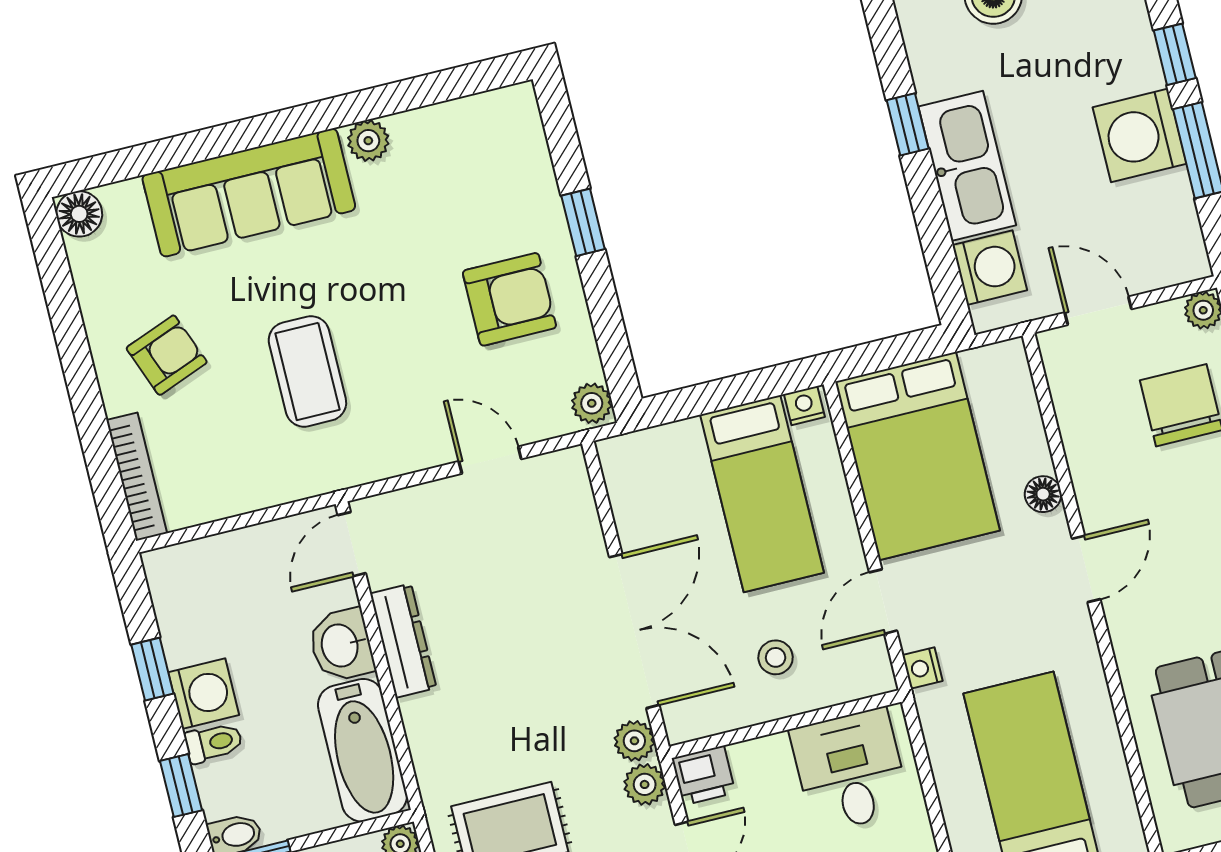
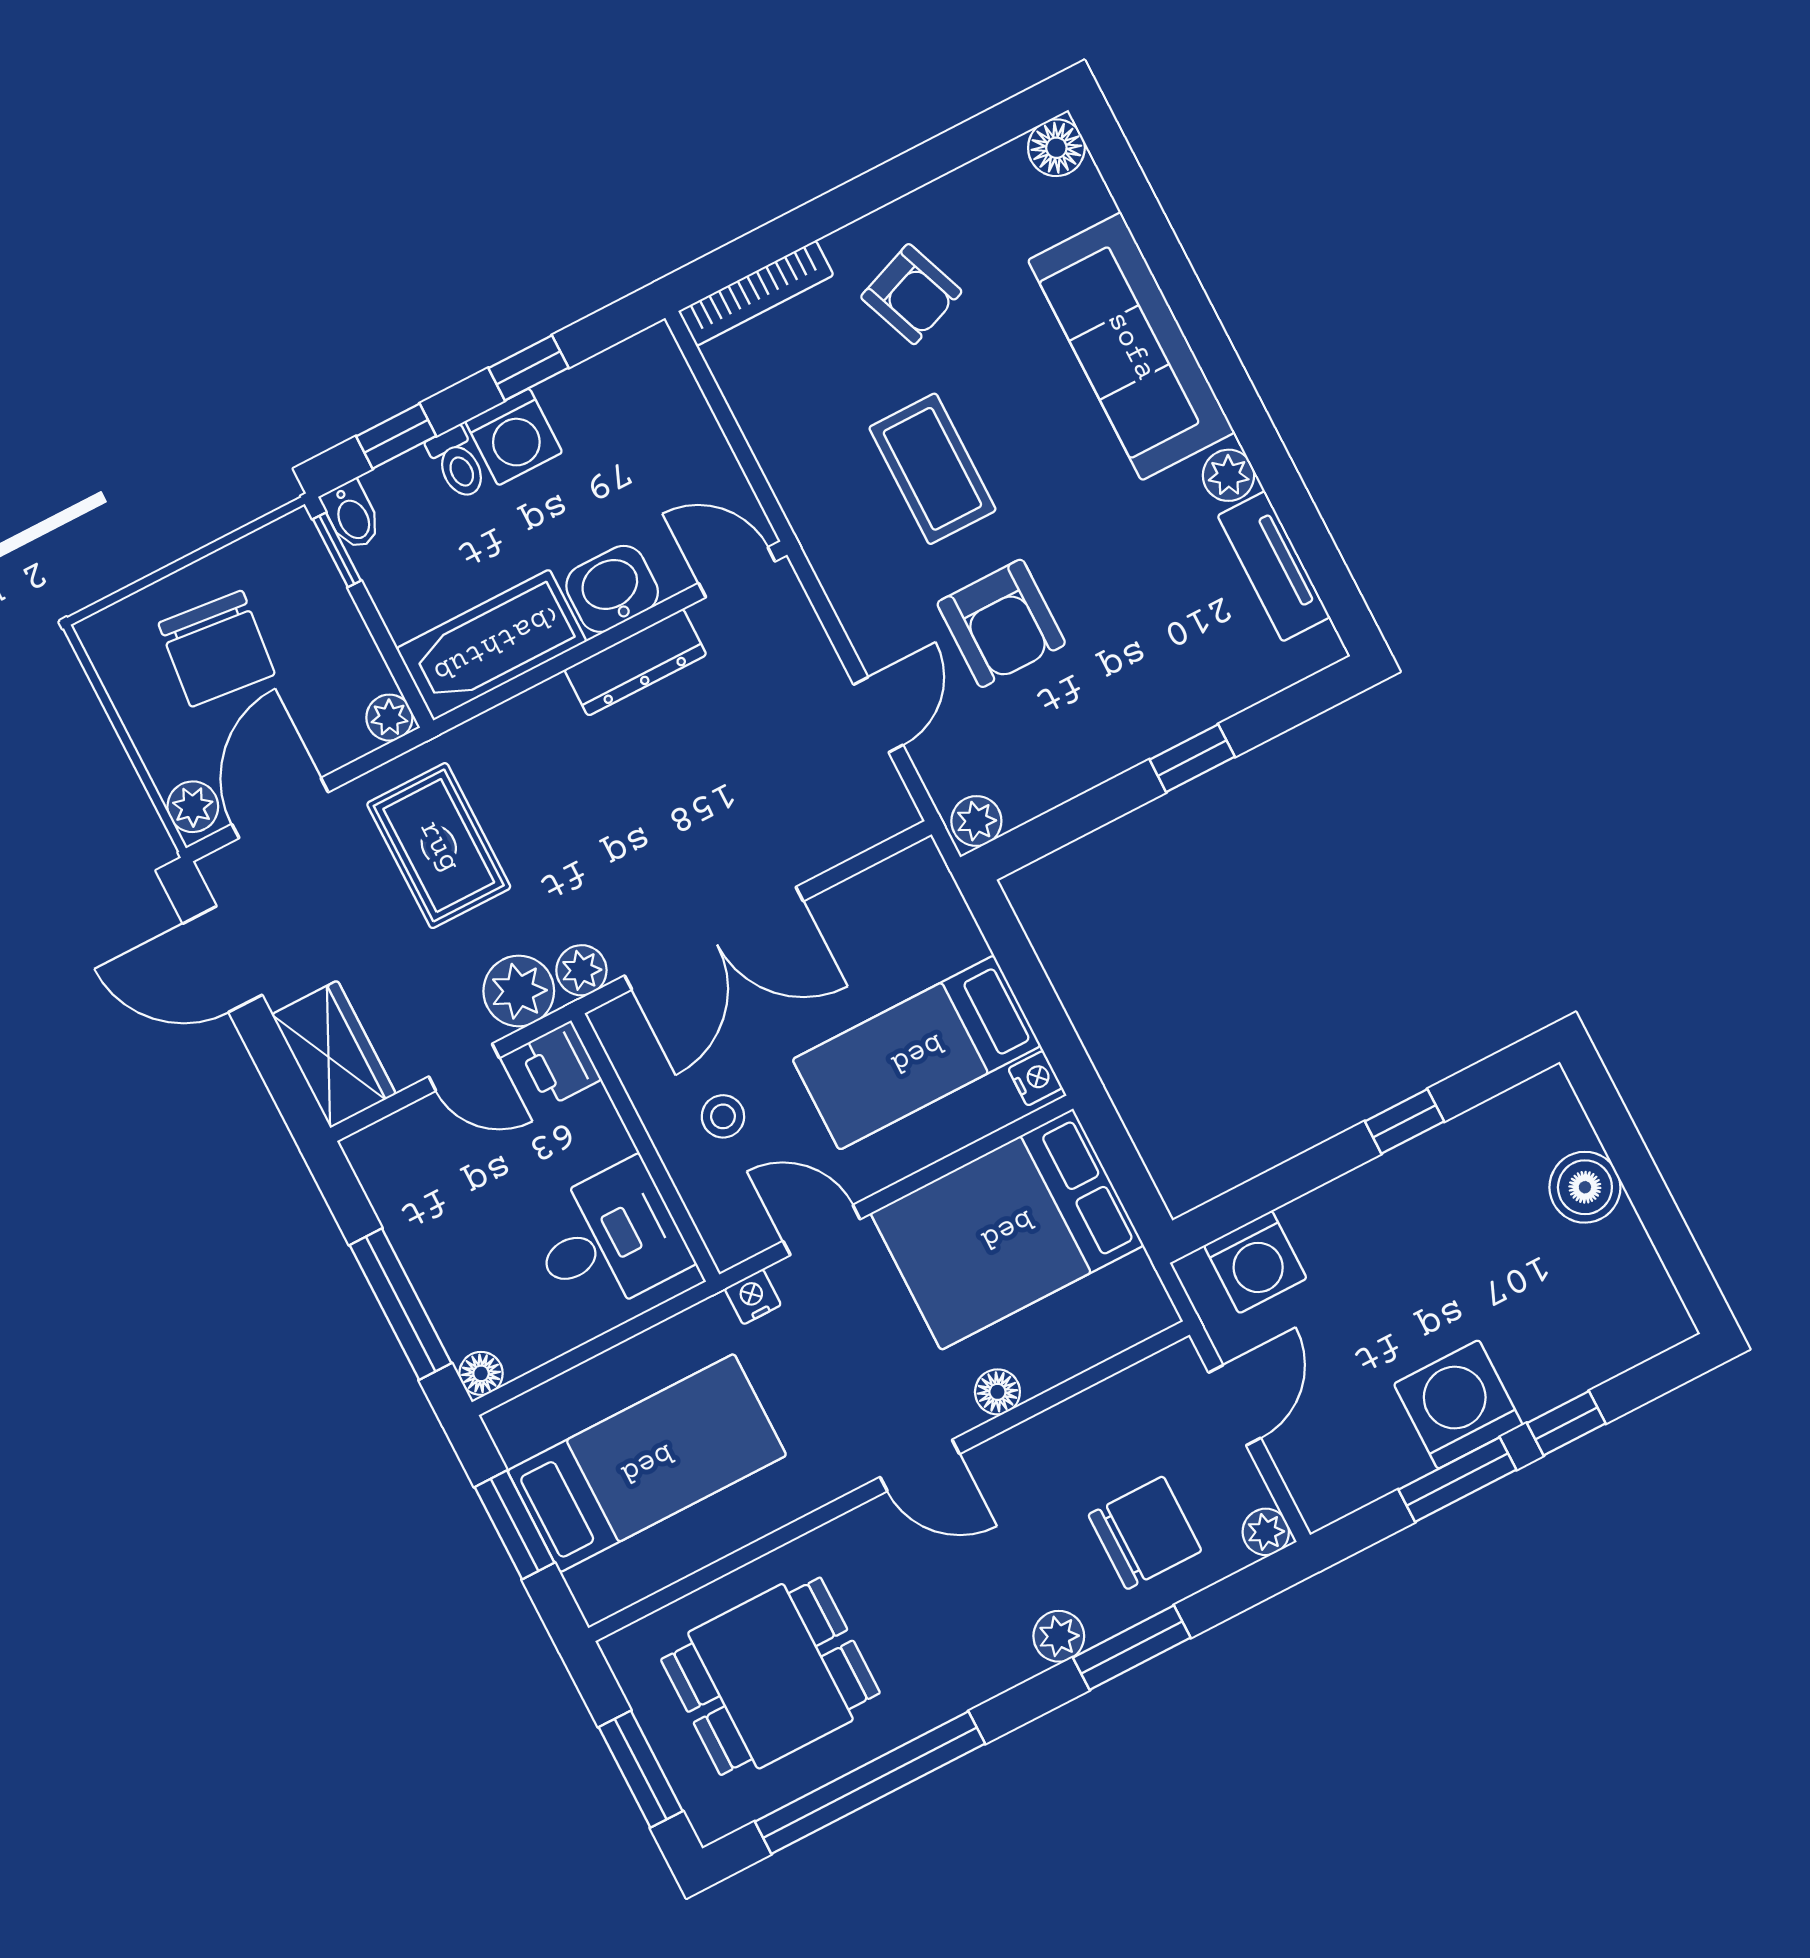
tv unit: (448, 122) -> (1274, 566), added
kitchen sink: (967, 166) -> (1372, 1205), removed
armchair: (509, 299) -> (1001, 623), moved
coffee table: (307, 371) -> (932, 469), turned 90
plant: (645, 784) -> (519, 991), width x1.38, depth x1.38

